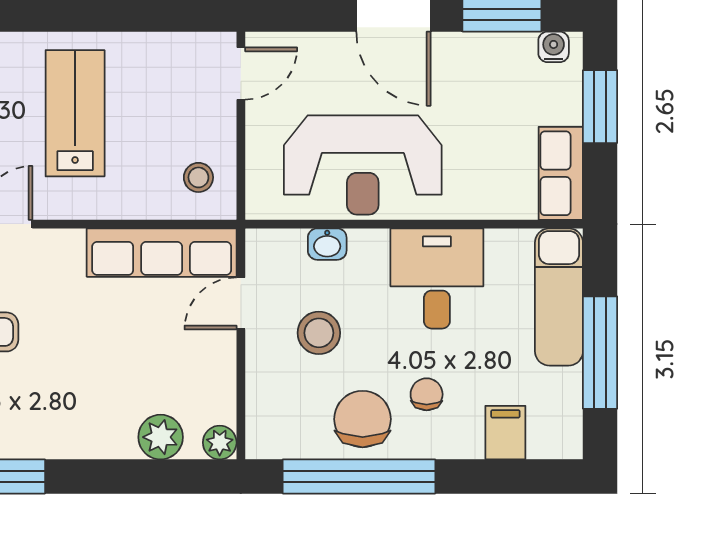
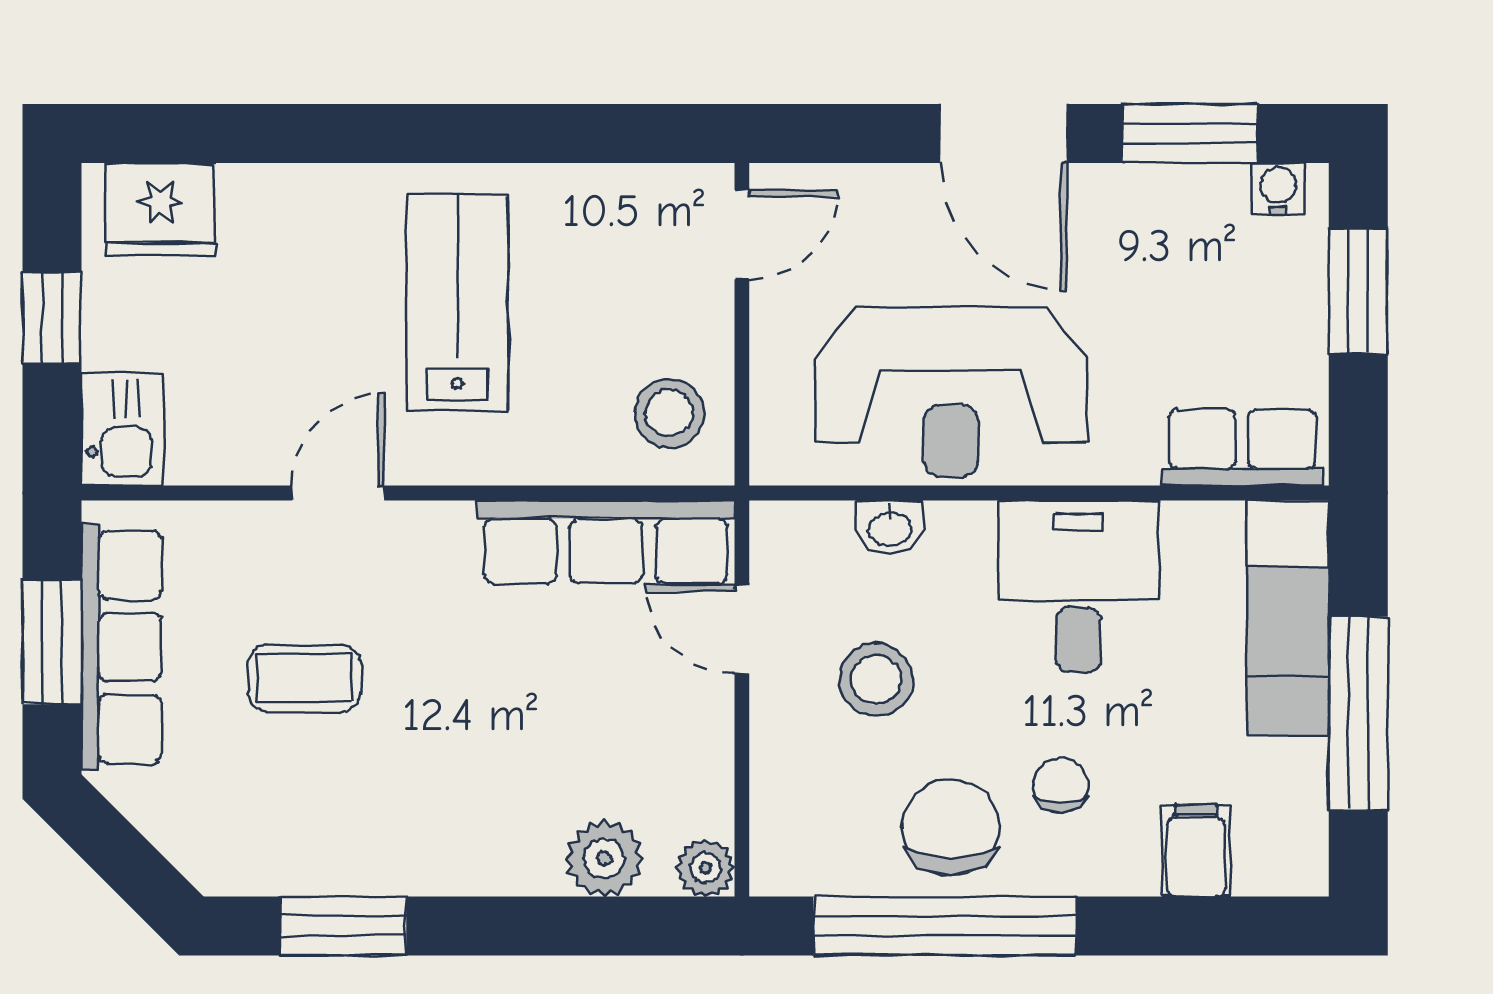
row of seats: (561, 173) -> (1242, 447), moved, turned 90
stool: (198, 177) -> (669, 413), width x1.37, depth x1.37
door: (241, 303) -> (742, 629), hinge flipped

